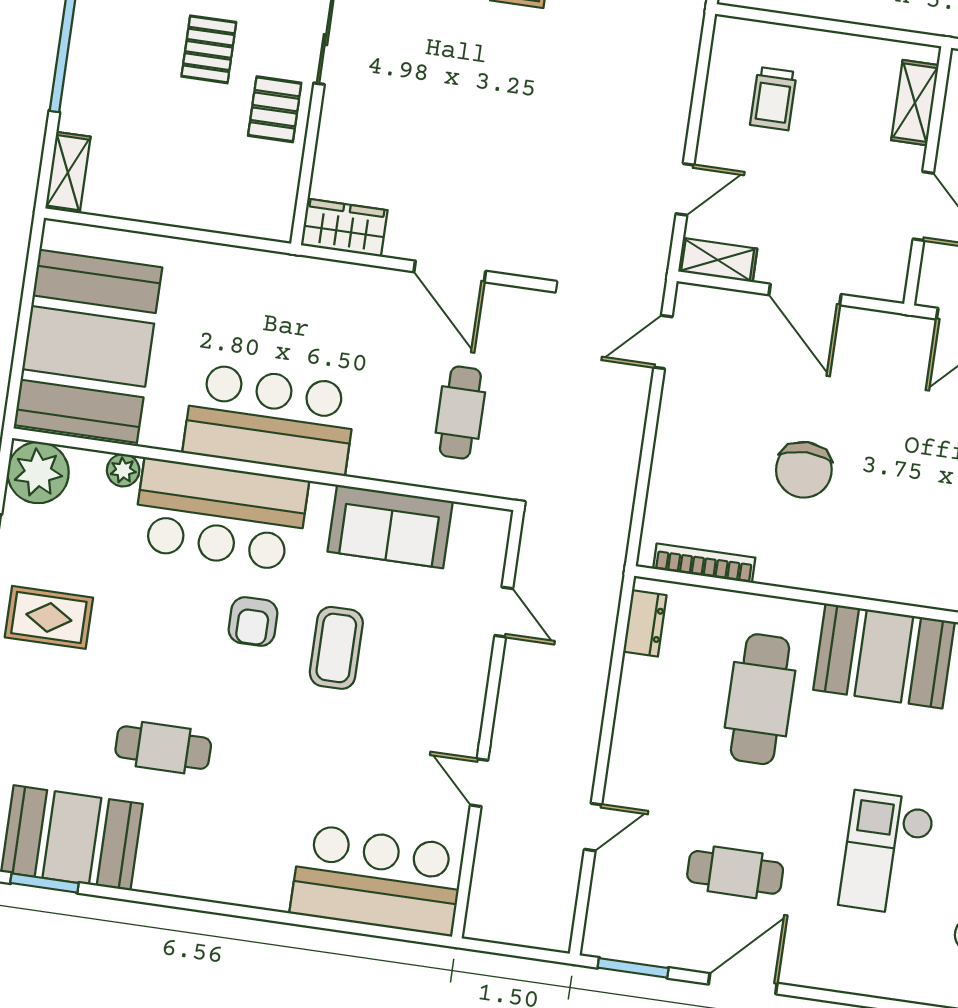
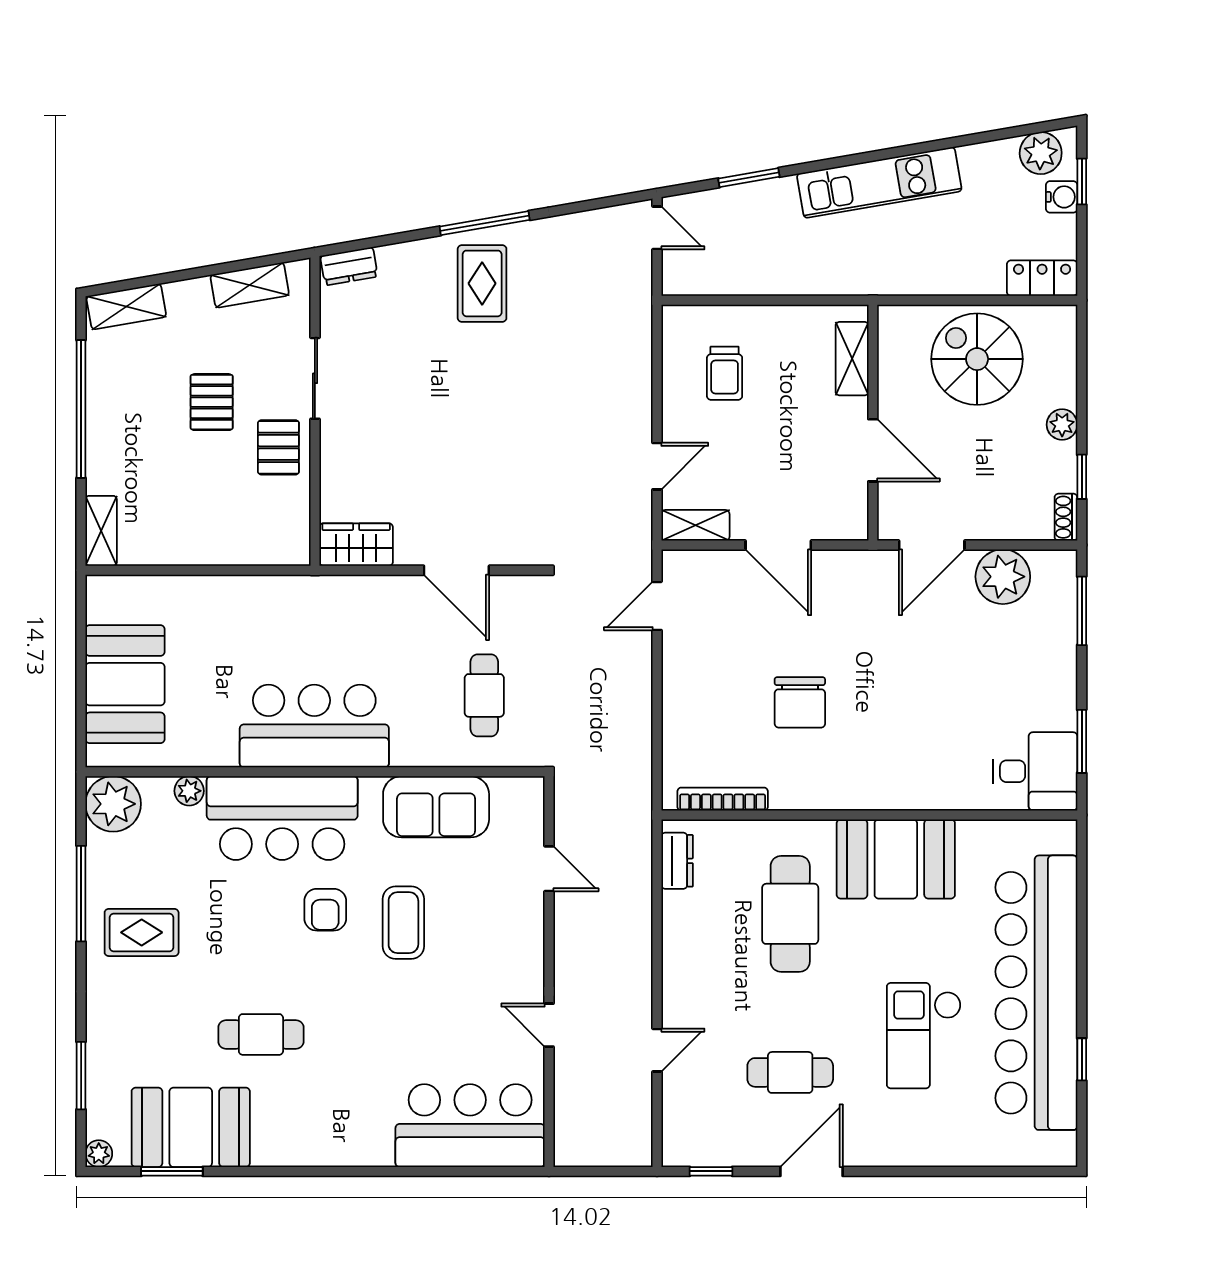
booth: (88, 346) -> (125, 684), width x0.73, depth x0.70
window: (633, 968) -> (711, 1171), width x0.67

